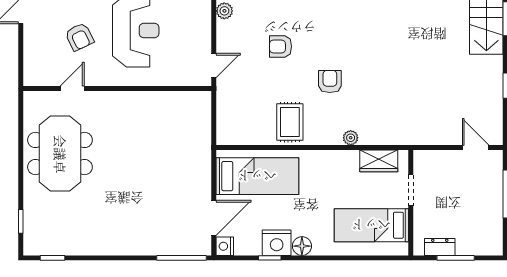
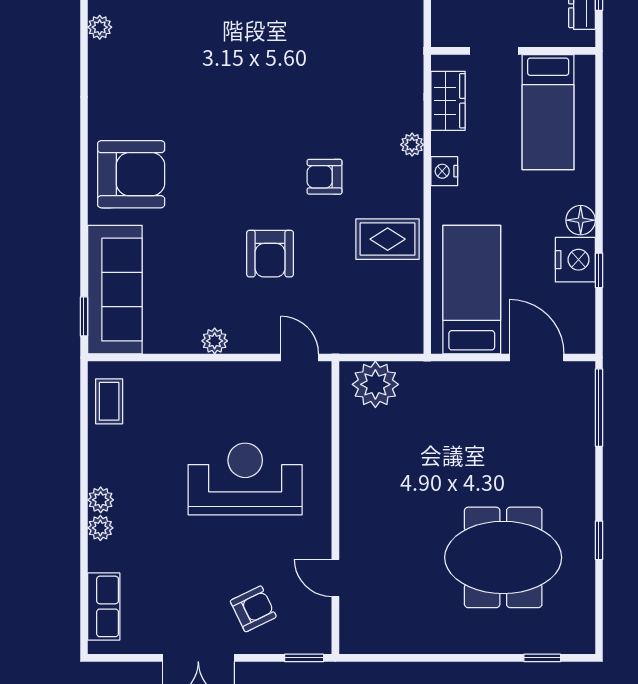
armchair: (79, 37) -> (253, 609), moved
armchair: (280, 46) -> (270, 254), width x1.38, depth x1.38
window: (21, 68) -> (304, 658), added
plant: (196, 114) -> (375, 384), added
meeting table: (60, 154) -> (503, 557), moved
nightstand: (225, 246) -> (444, 171), moved, turned 90
window: (52, 258) -> (599, 540), moved

